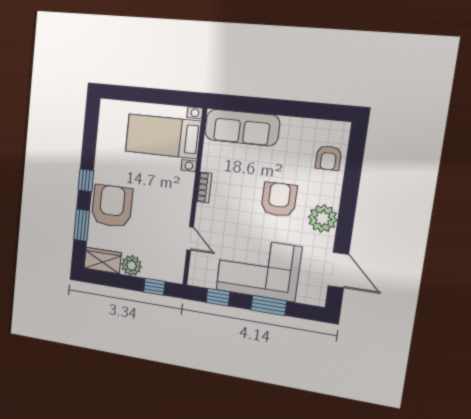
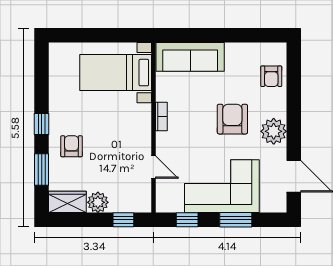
armchair: (112, 206) -> (71, 146), width x0.53, depth x0.53

